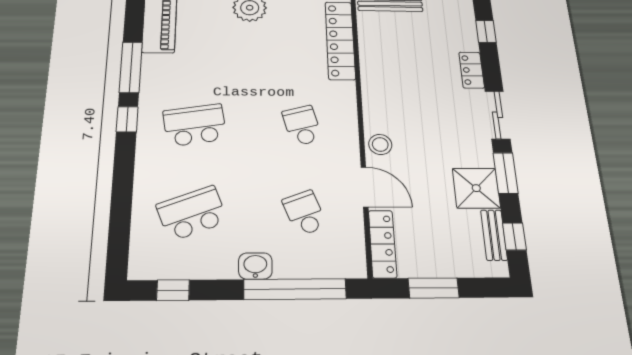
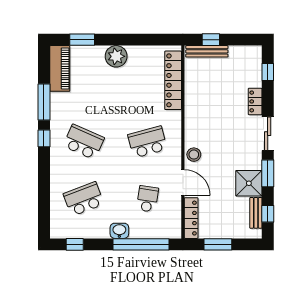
school desk: (195, 125) -> (84, 142), turned 33
school desk: (302, 126) -> (147, 142), width x1.85
school desk: (305, 213) -> (147, 199), turned 30

